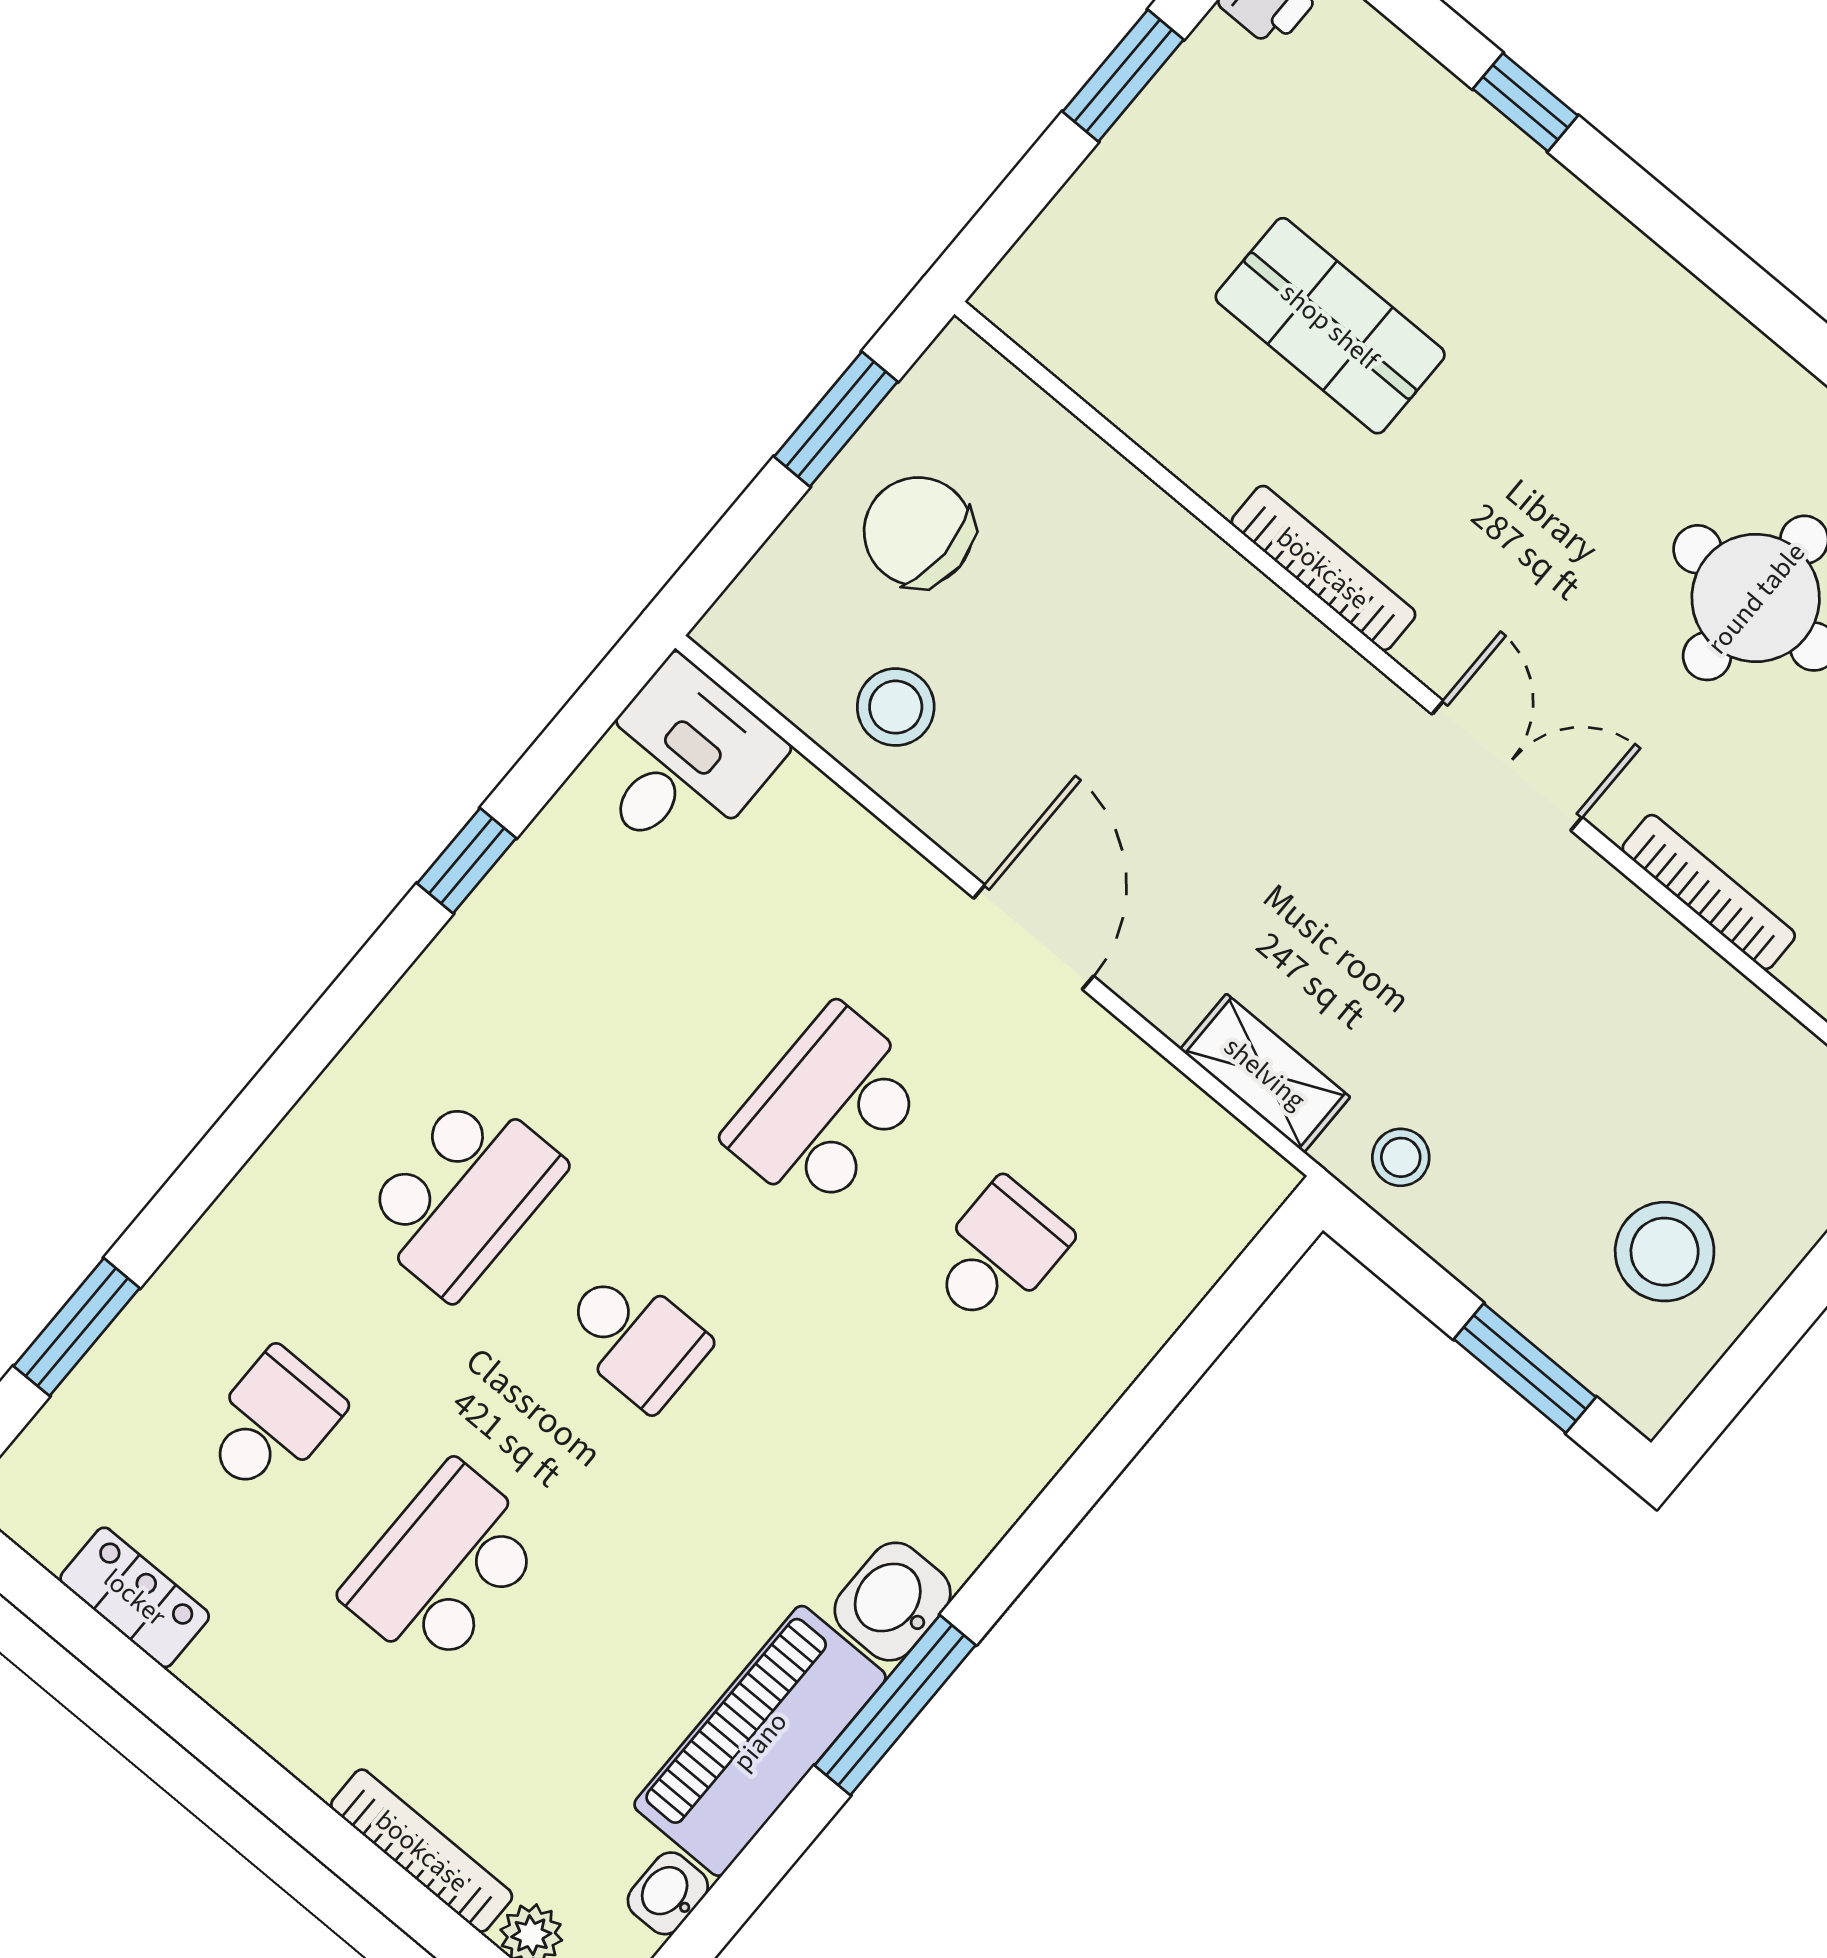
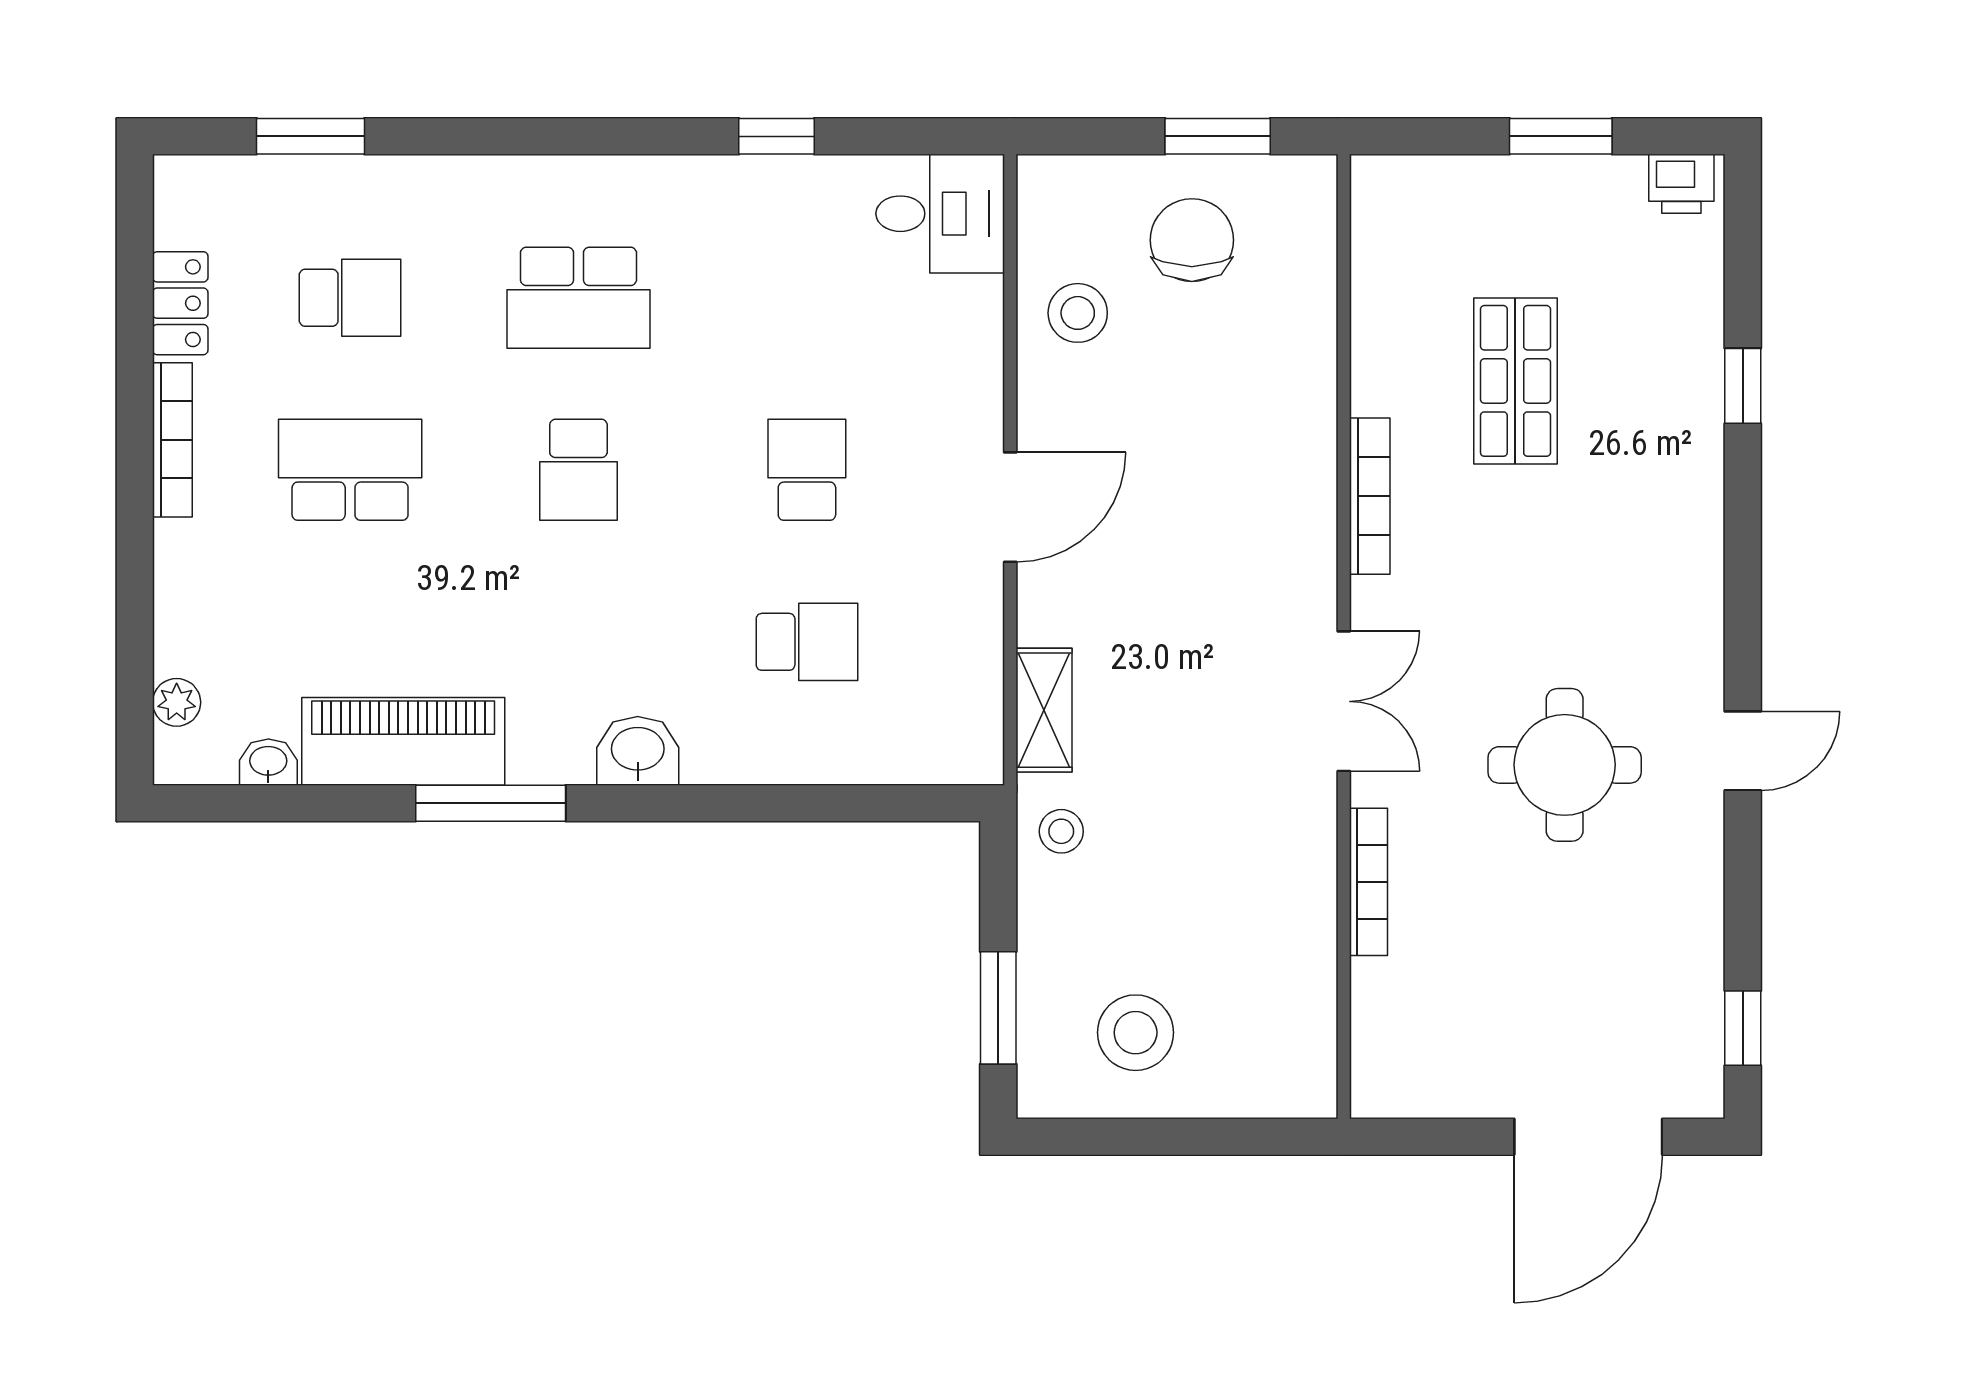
school desk: (826, 1109) -> (807, 470), width x0.54
washbasin: (893, 1602) -> (638, 751), moved
bookcase: (422, 1851) -> (172, 440), moved

